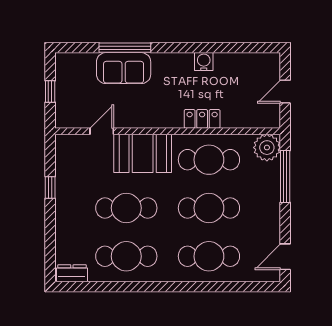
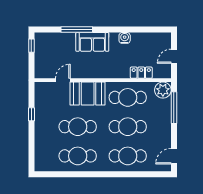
sofa: (124, 68) -> (92, 42), moved
window: (50, 91) -> (31, 46), moved
locker: (202, 119) -> (141, 73), moved
dresser: (72, 273) -> (45, 166), removed

